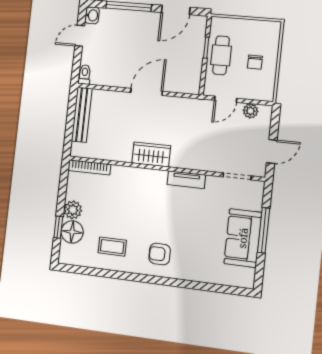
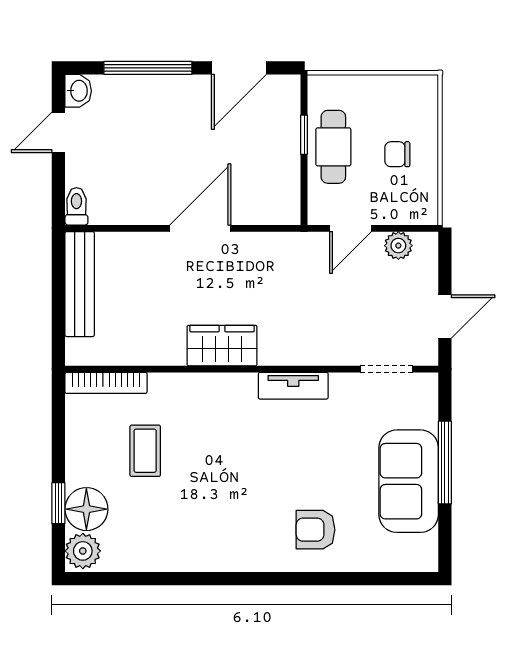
chair: (255, 62) -> (397, 154), turned 90
plant: (73, 210) -> (83, 551), moved
coffee table: (112, 247) -> (145, 451), moved, turned 90
armchair: (160, 254) -> (315, 530), moved

